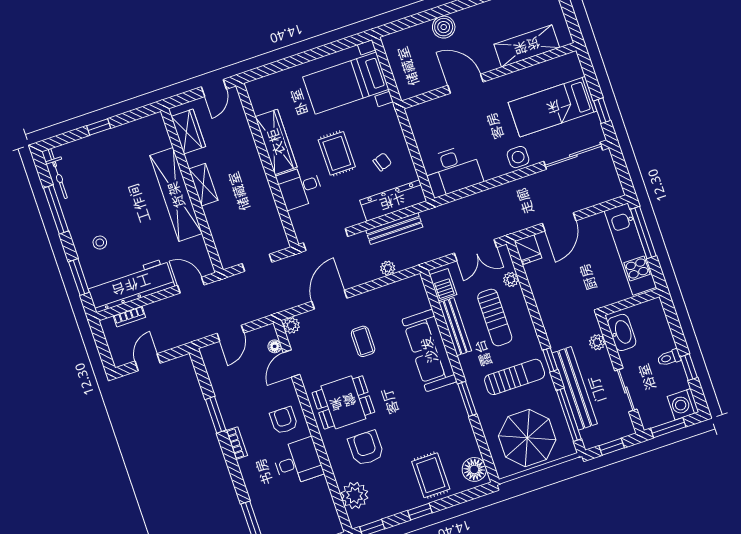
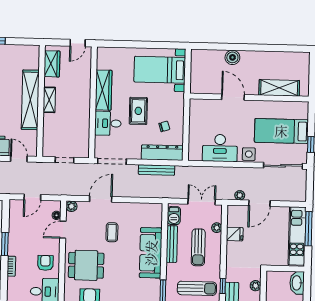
desk: (453, 171) -> (220, 148), moved
double door: (476, 250) -> (202, 202), swing flipped
fridge: (528, 250) -> (235, 234), moved, turned -90
plant: (388, 268) -> (240, 195), moved
washbasin: (622, 332) -> (297, 283), moved, turned 180

